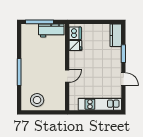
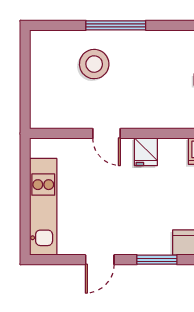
fridge: (75, 46) -> (146, 152), moved
stool: (37, 100) -> (94, 64), moved

